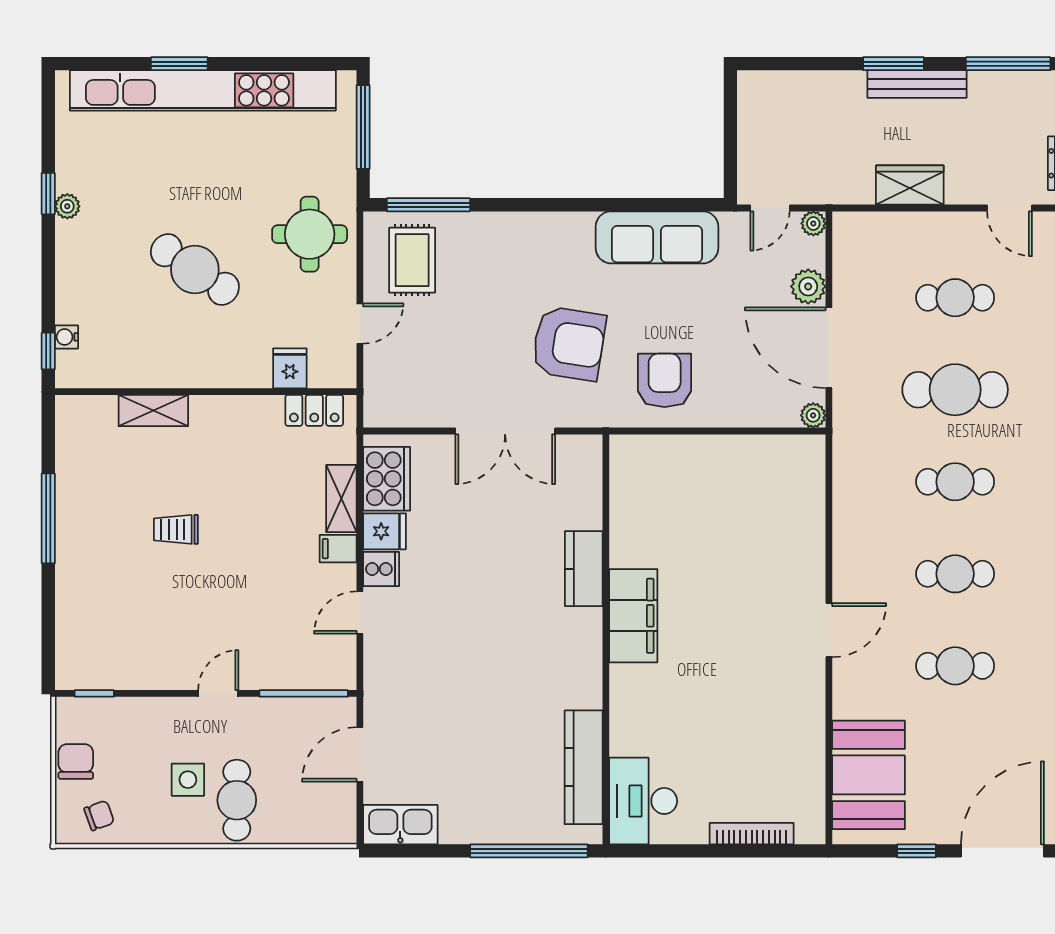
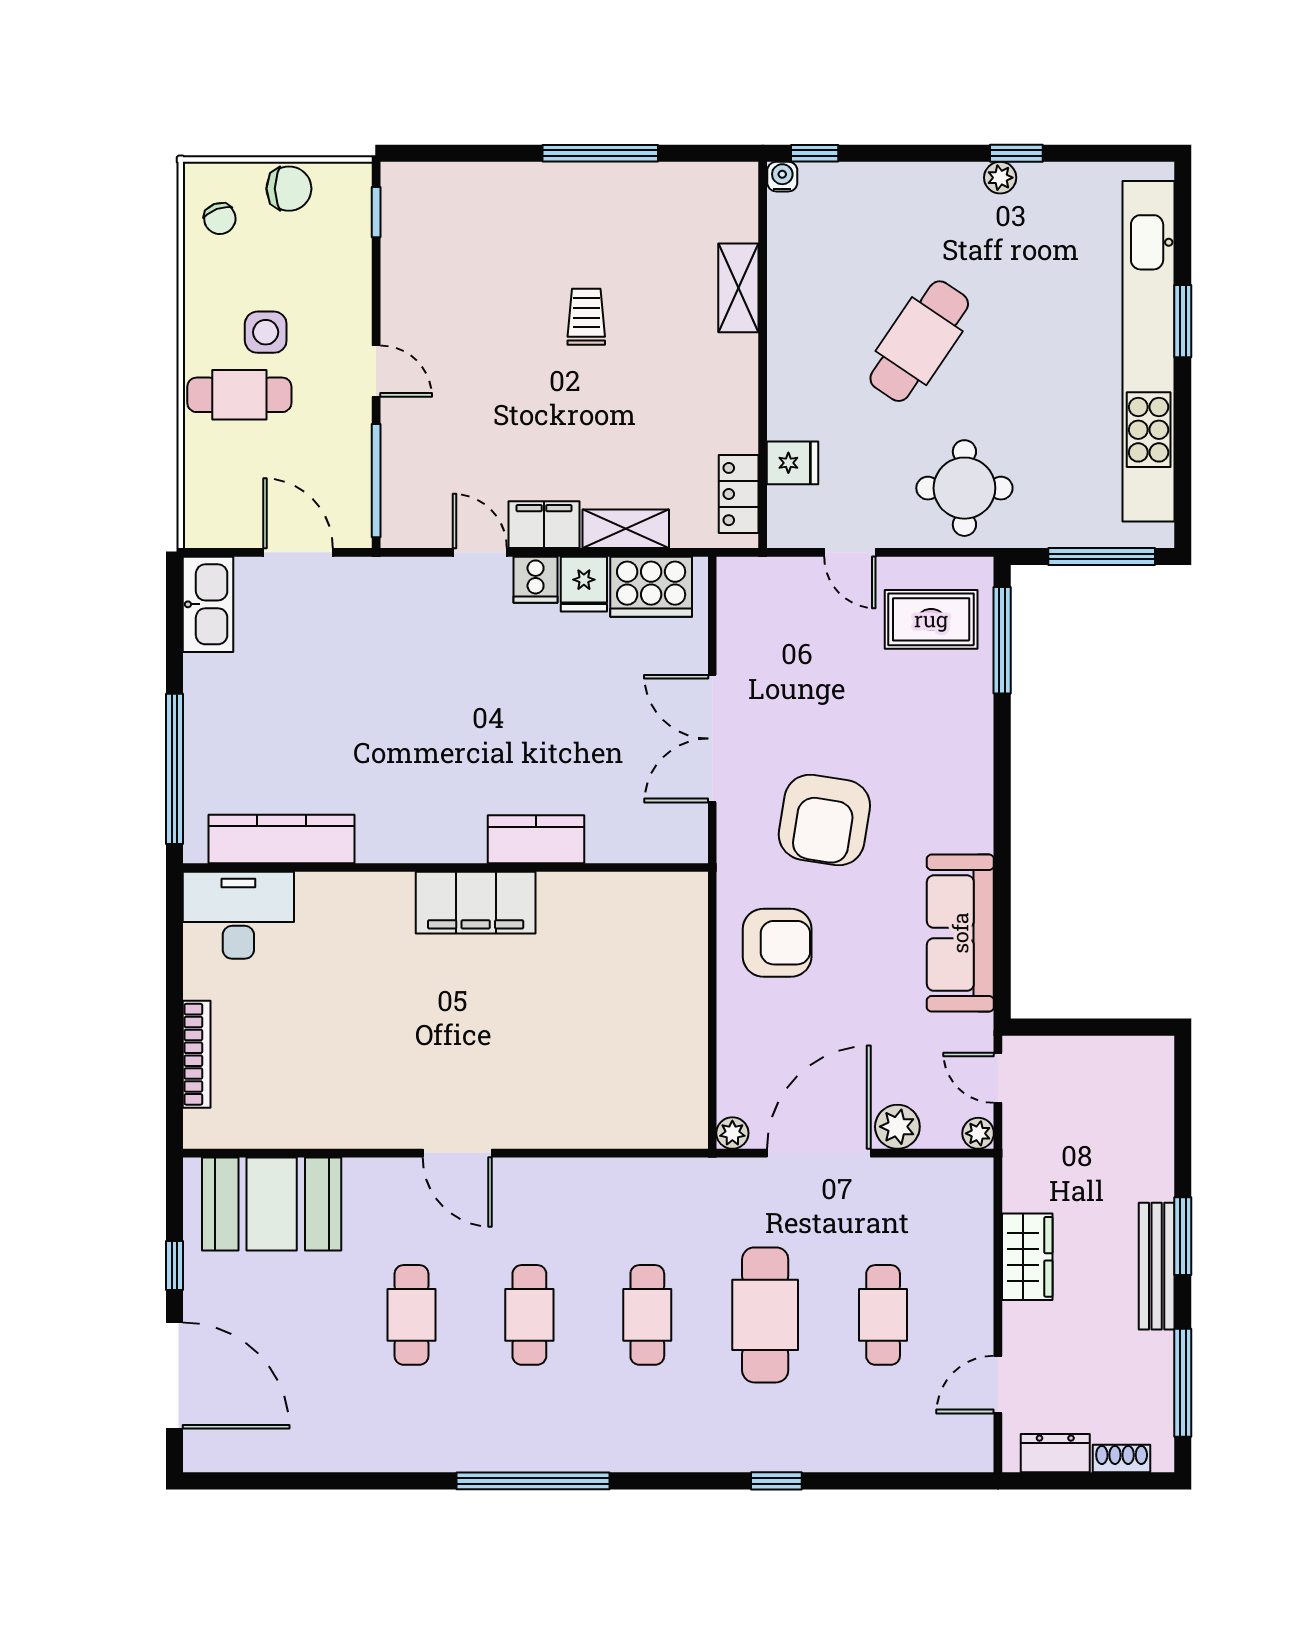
water cooler: (66, 337) -> (782, 177), moved
filing cabinet: (338, 549) -> (544, 525), width x2.00

